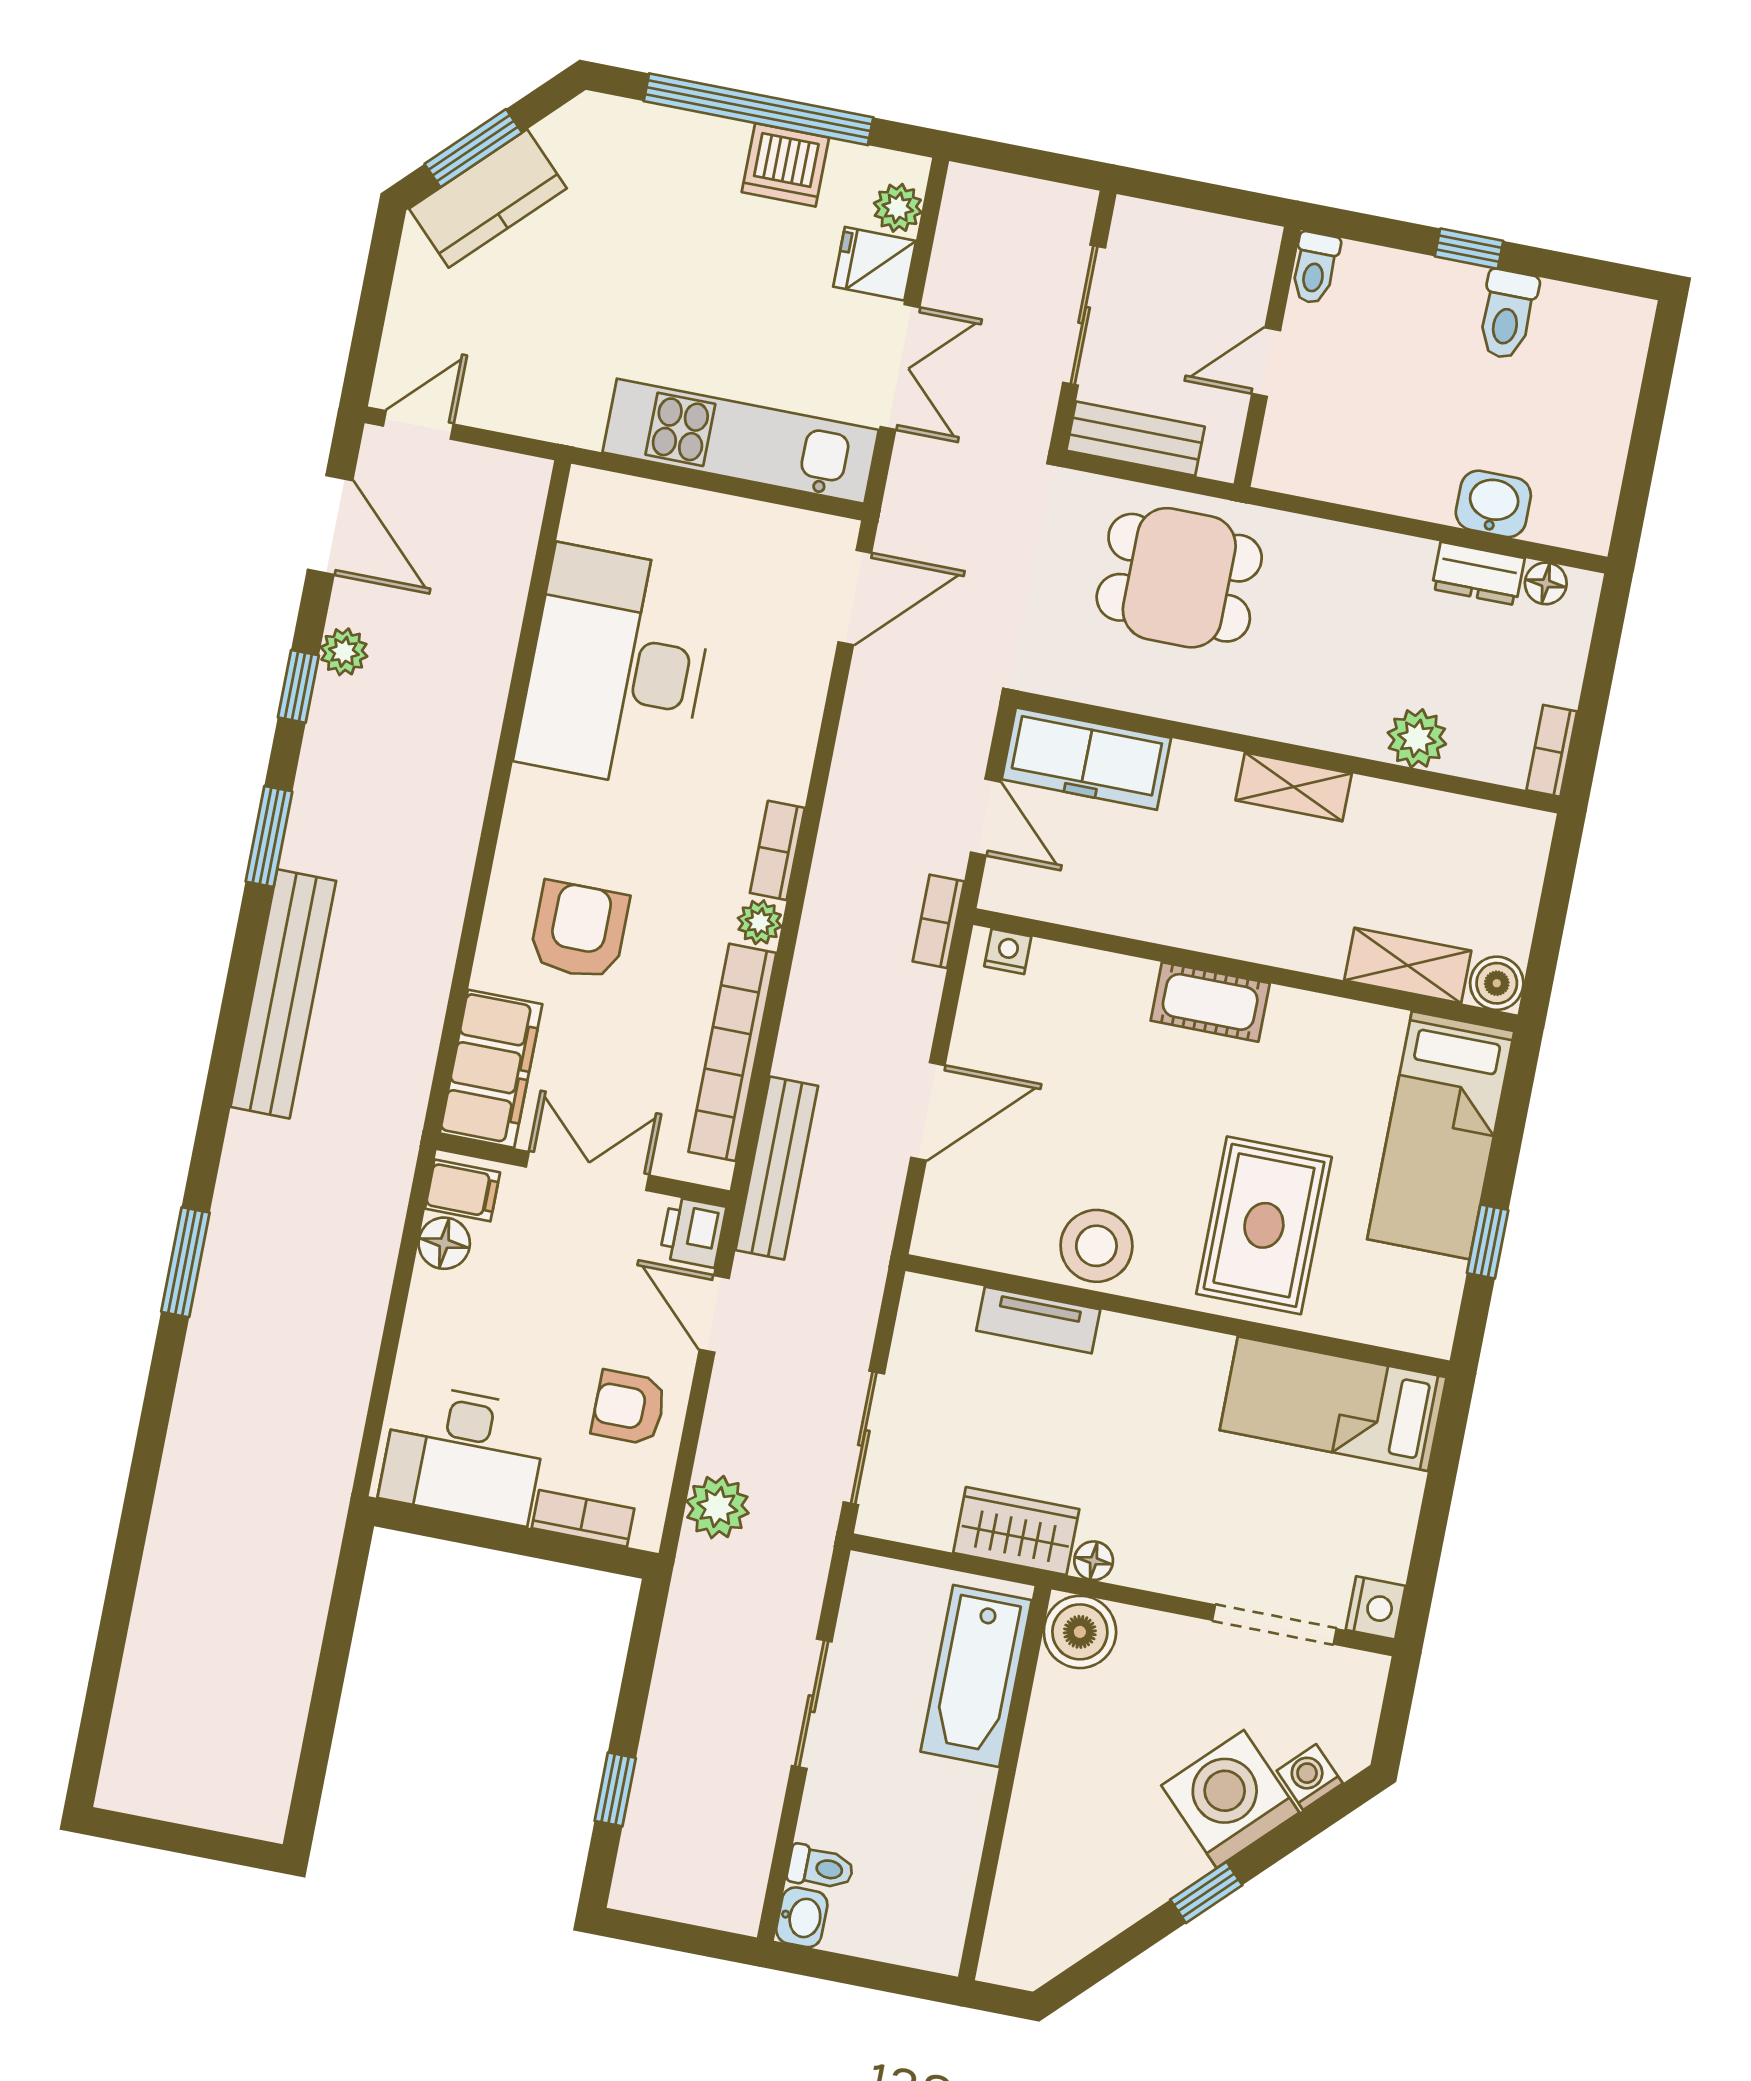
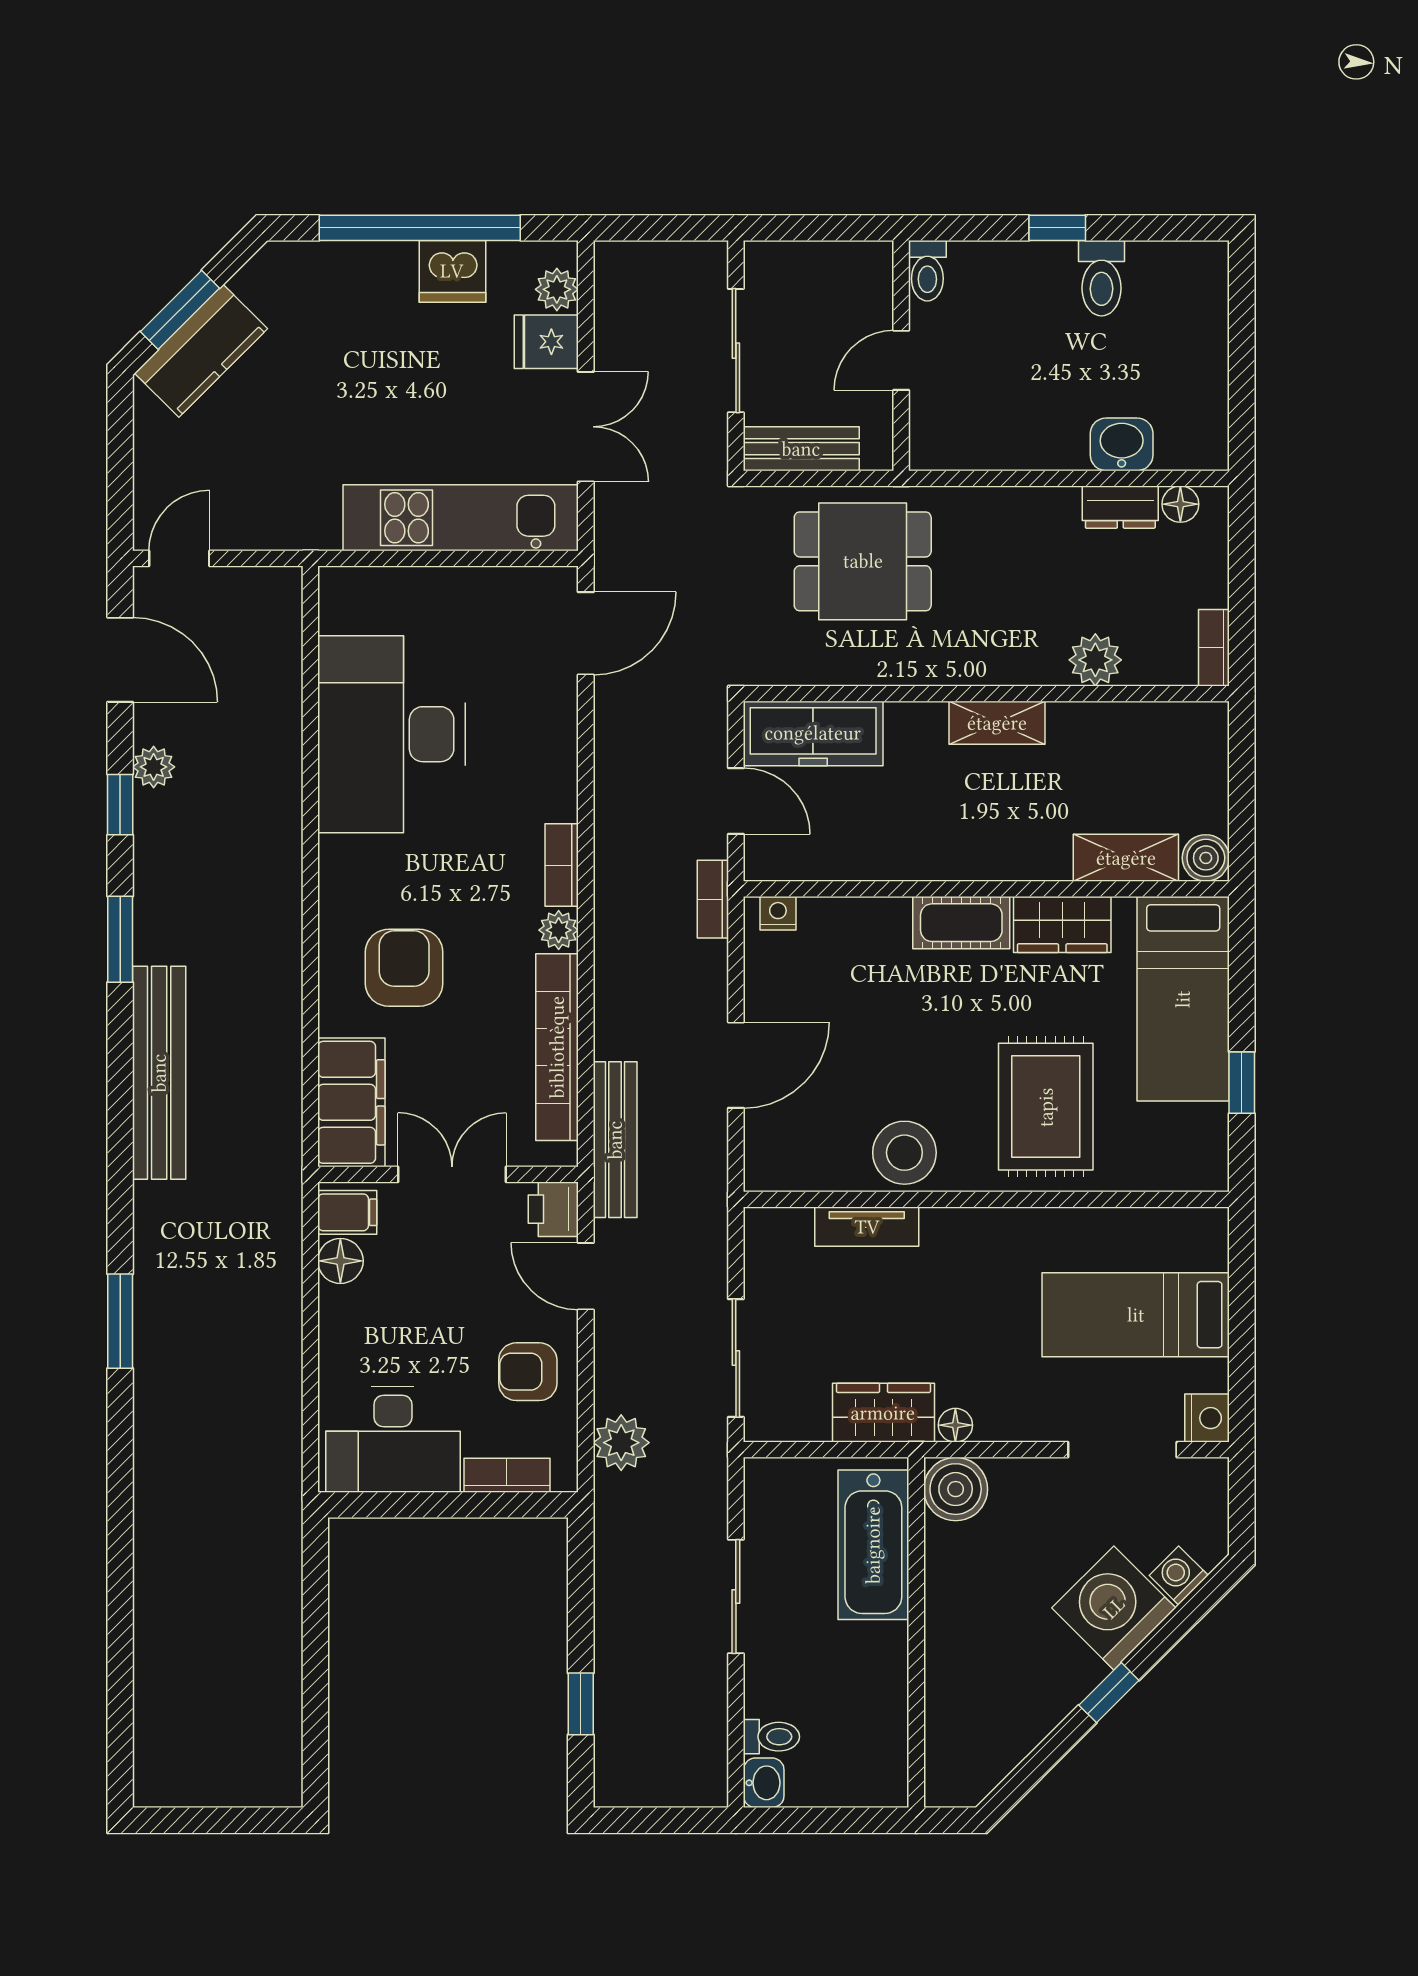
wardrobe: (1322, 1026) -> (1062, 925), added
bed: (1333, 1404) -> (1136, 1315), moved

